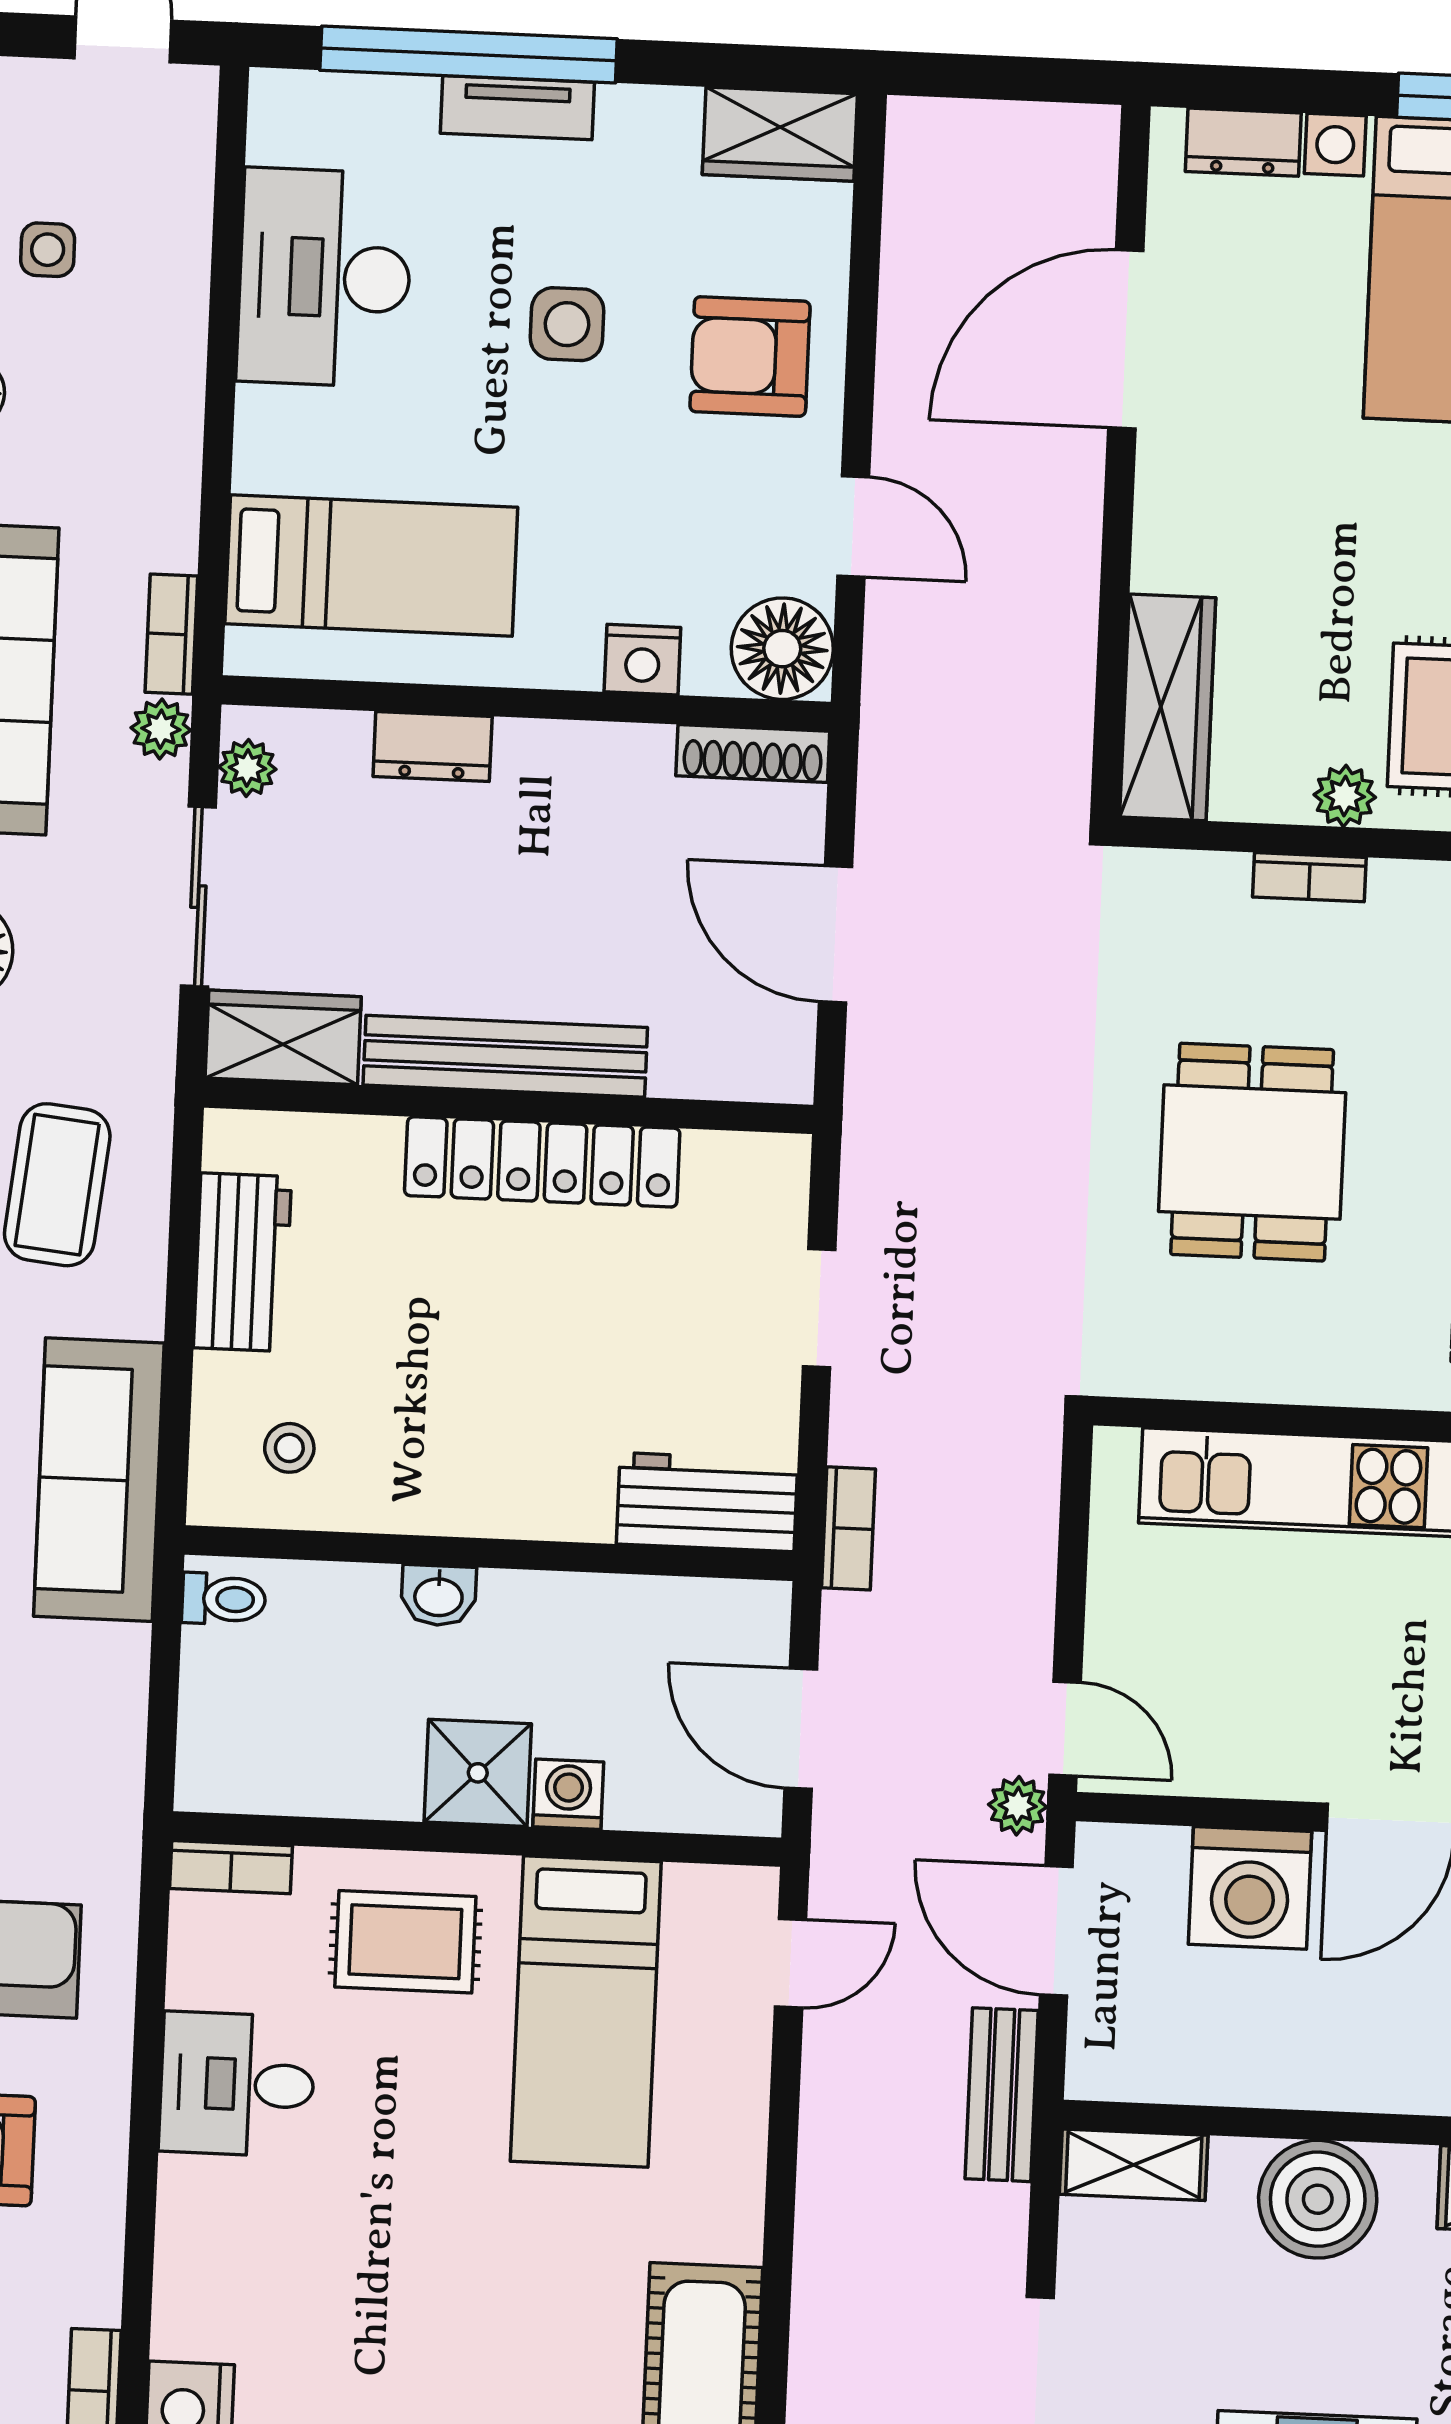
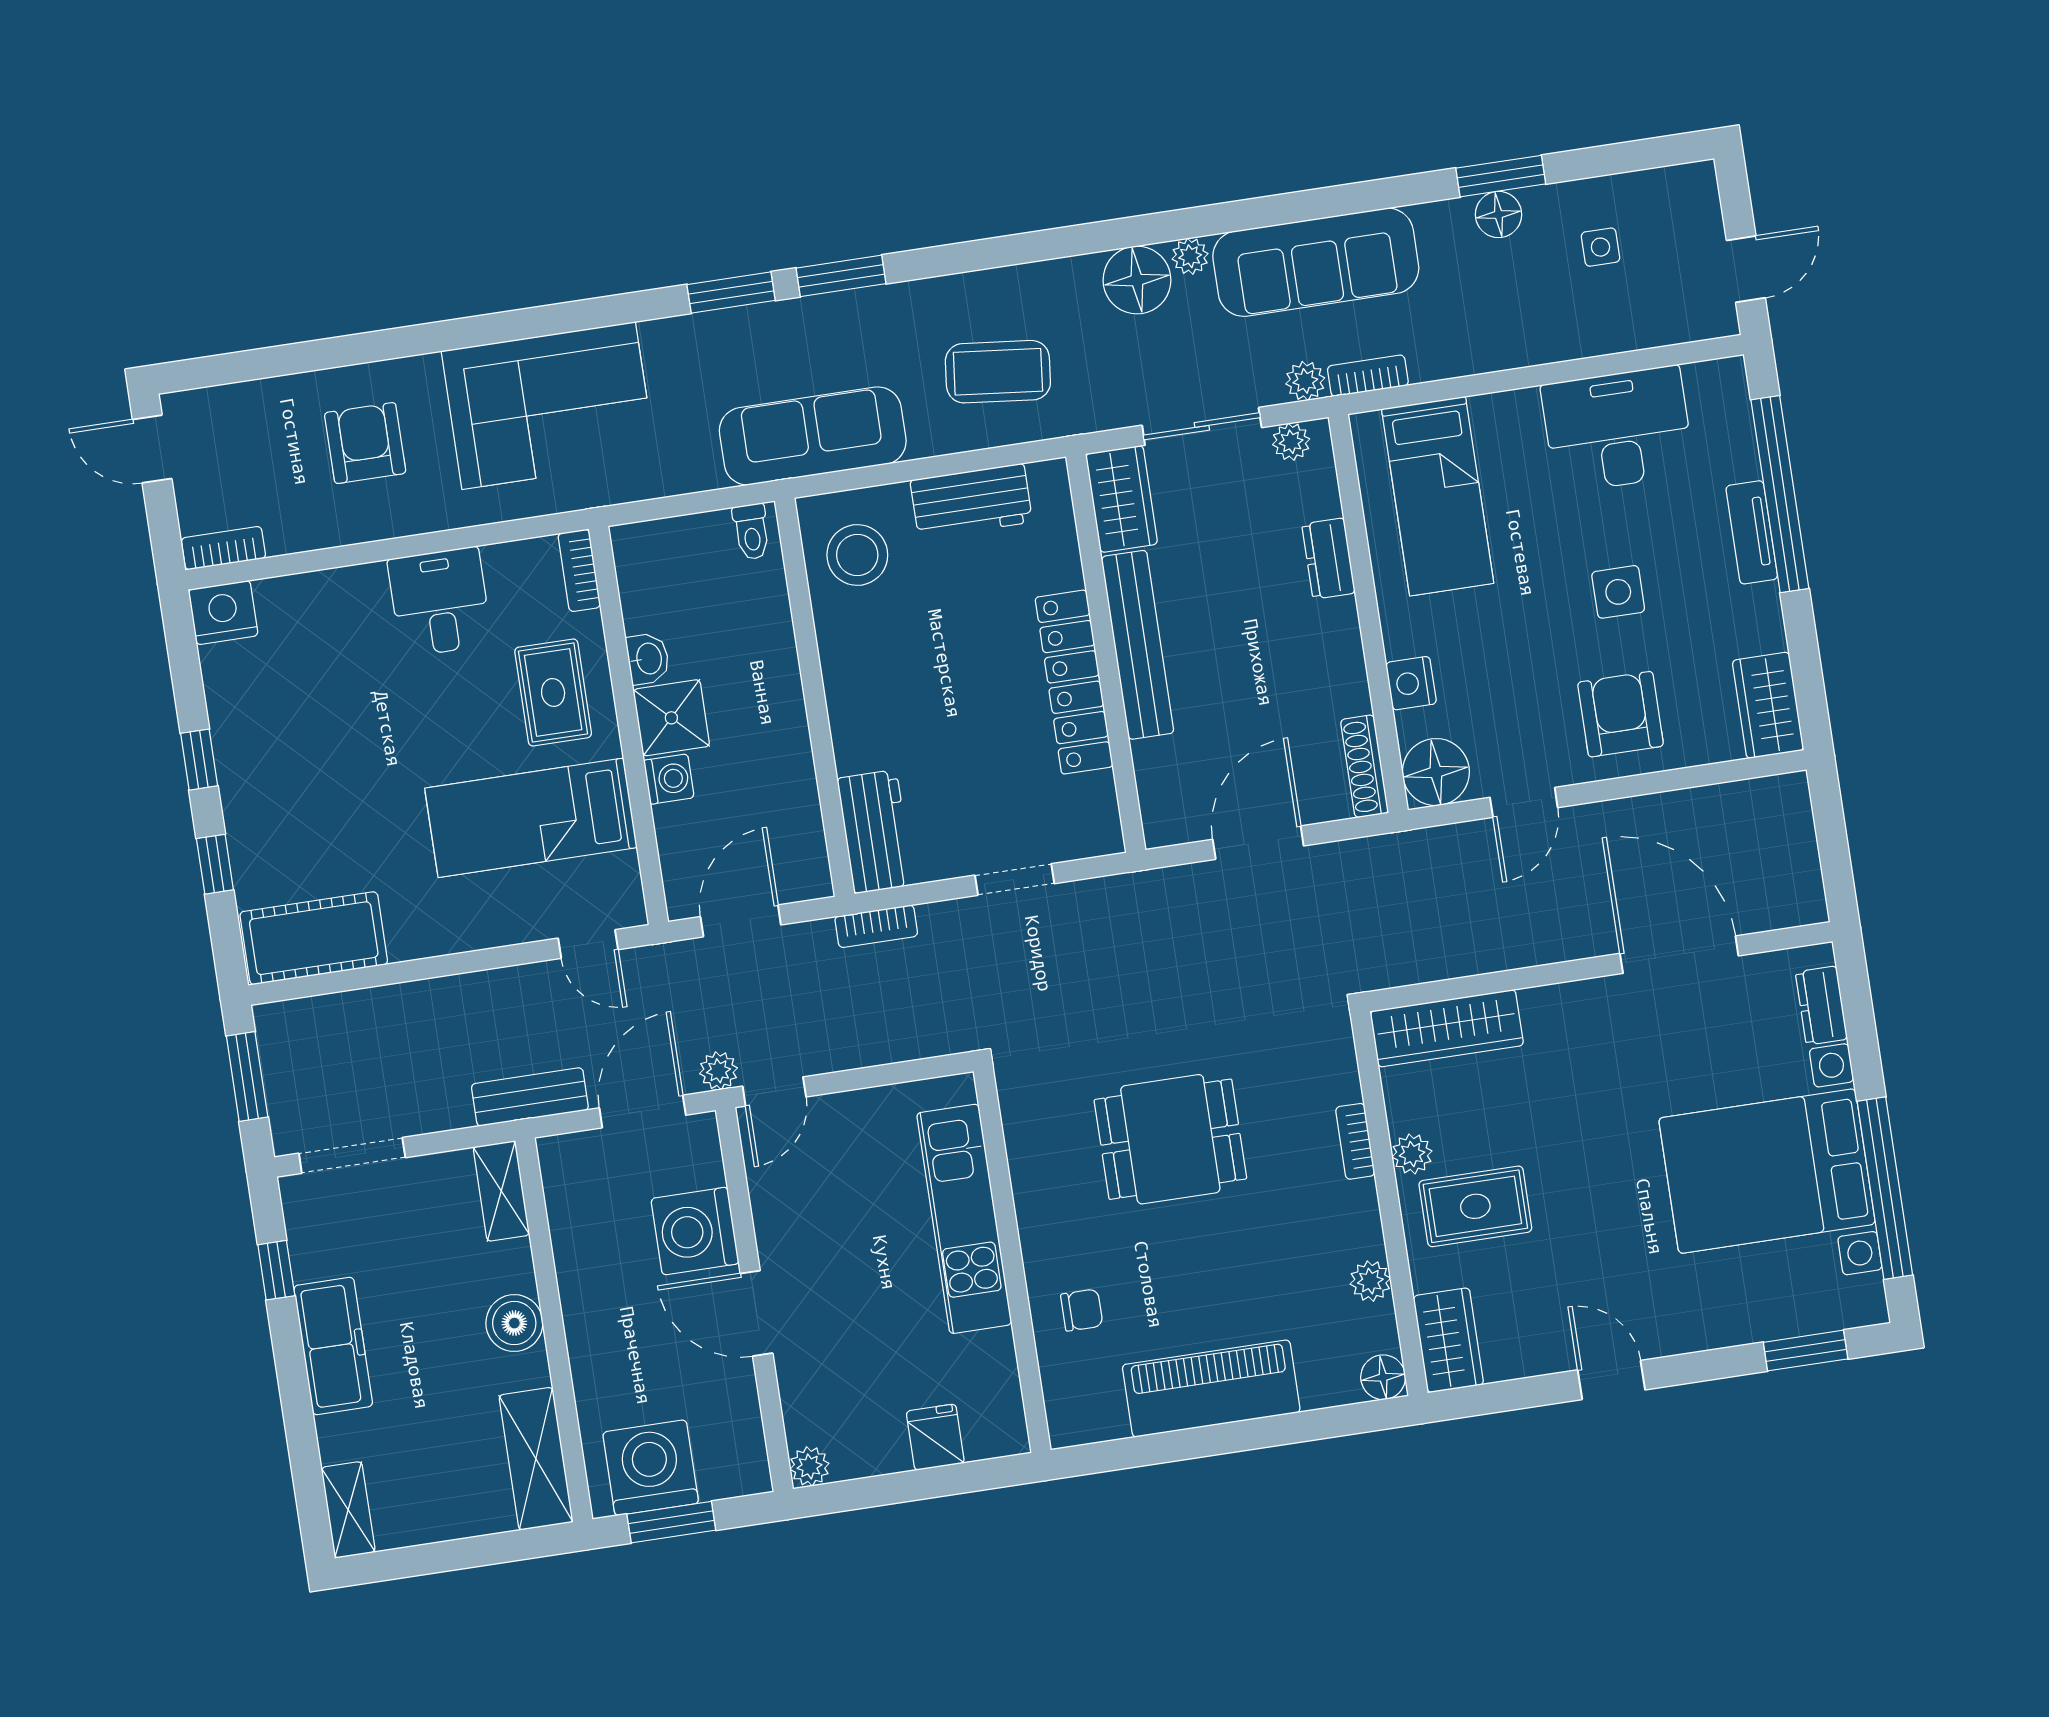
stool: (289, 1448) -> (857, 555), width x1.89, depth x1.89
washbasin: (439, 1595) -> (648, 659), moved, turned 180
boiler: (1318, 2199) -> (514, 1323), width x0.73, depth x0.73

